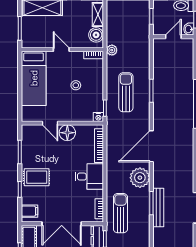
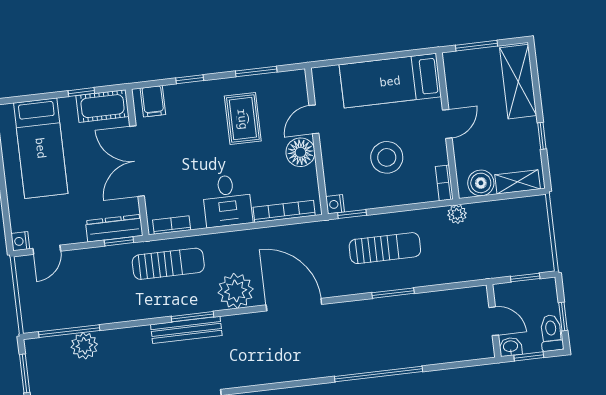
stool: (76, 85) -> (387, 157), width x1.89, depth x1.89
rug: (37, 177) -> (243, 119), moved

